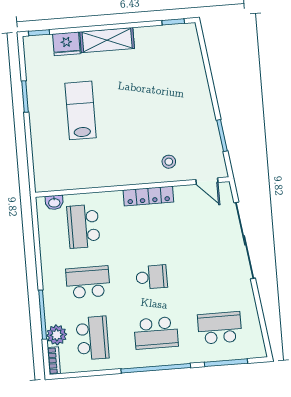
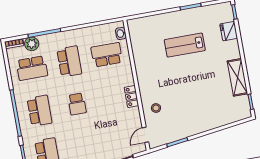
shelving: (107, 40) -> (237, 77), moved
lab bench: (81, 110) -> (185, 45), turned 180
locker: (148, 196) -> (131, 97), width x0.66
school desk: (156, 333) -> (40, 111), turned 180

